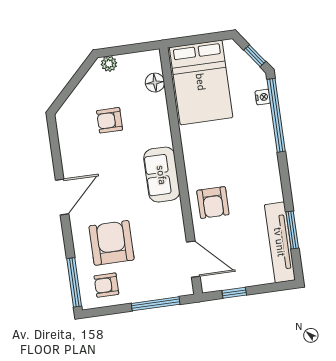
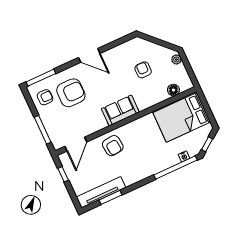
armchair: (213, 203) -> (113, 146), turned -96
armchair: (106, 285) -> (45, 97), turned 90

